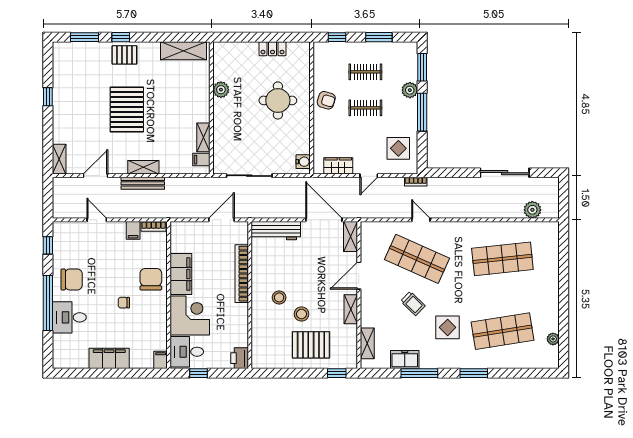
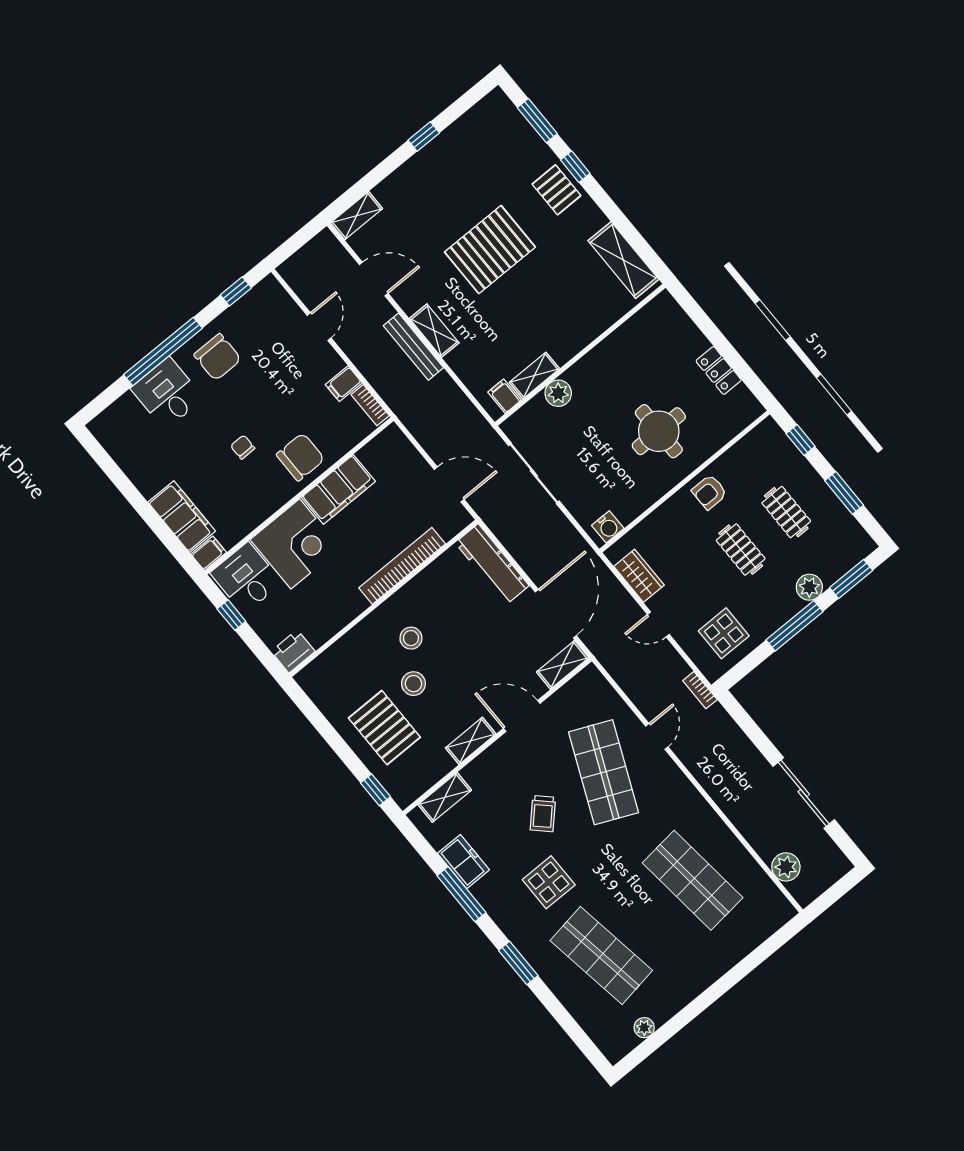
plant: (221, 90) -> (558, 393), moved
armchair: (326, 100) -> (709, 492), turned 73
filing cabinet: (109, 358) -> (182, 517), moved

